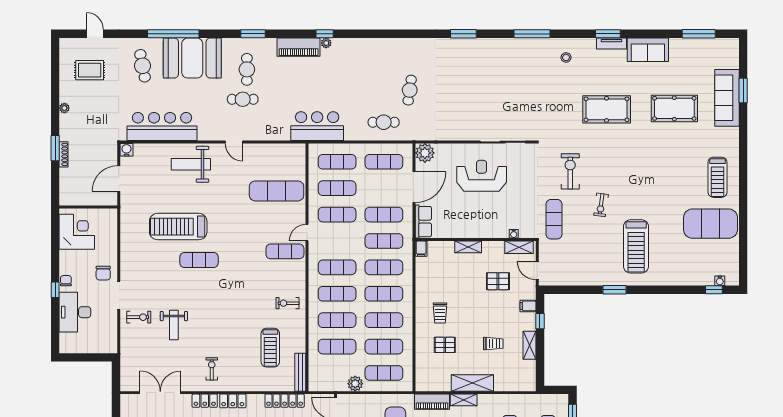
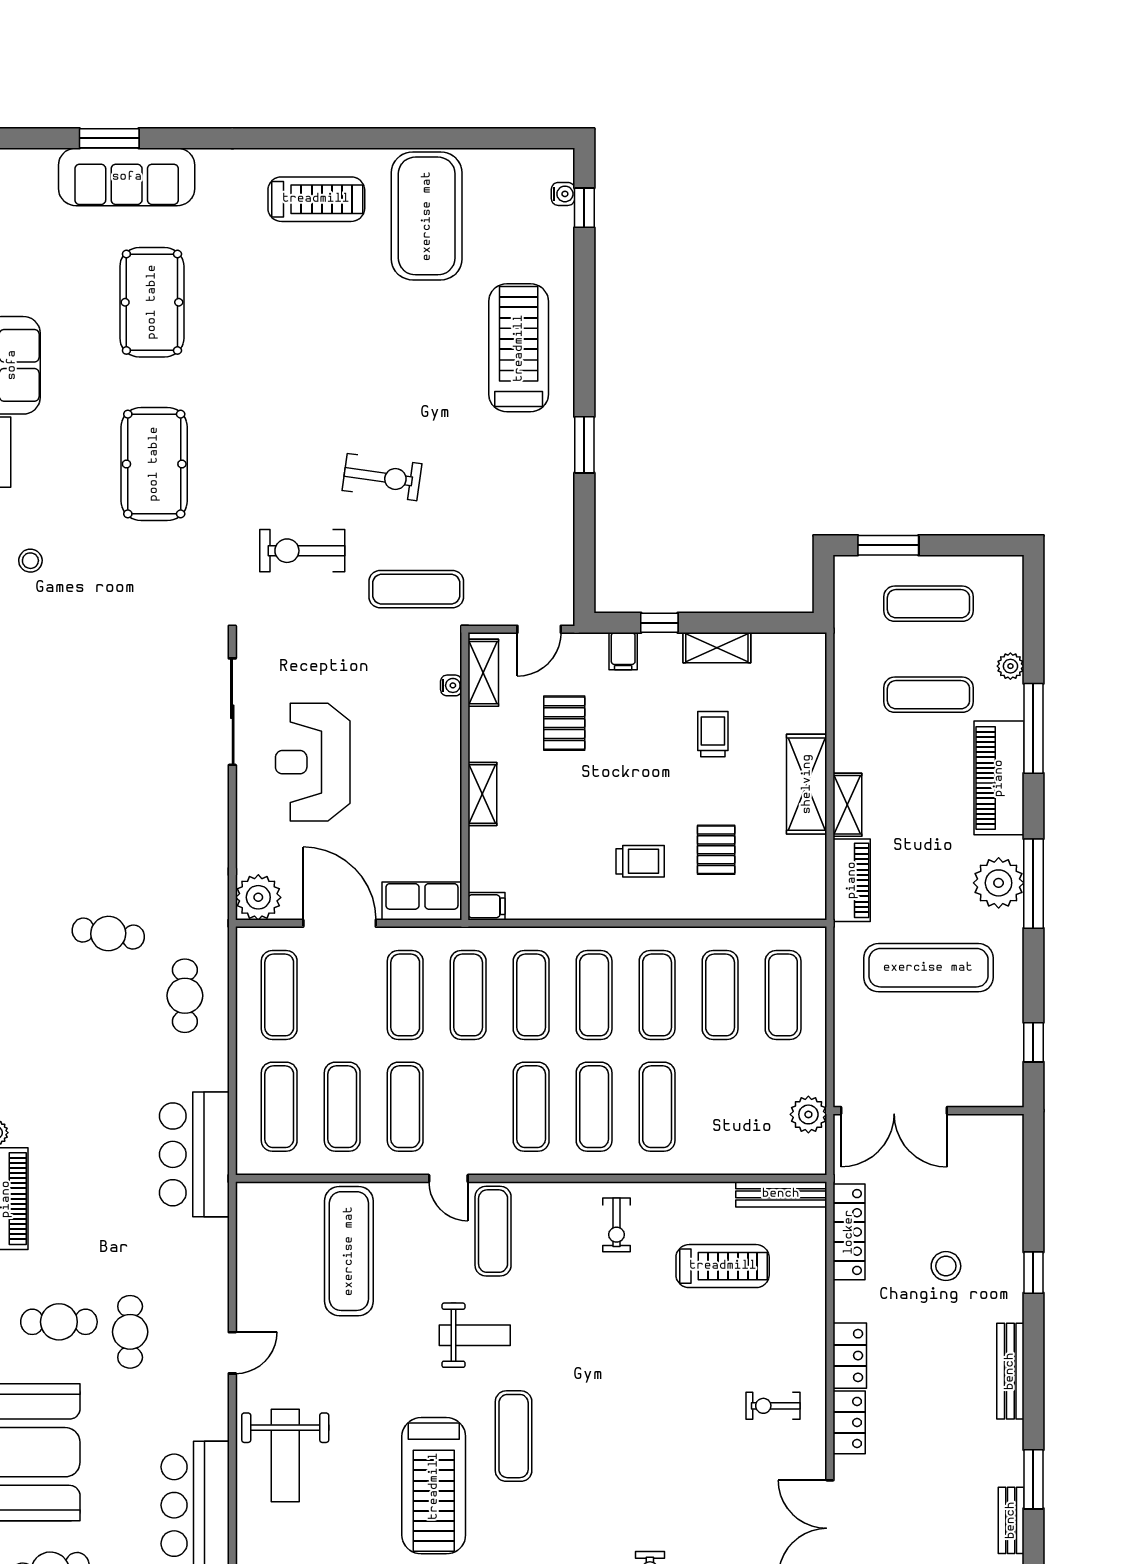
exercise bike: (601, 205) -> (382, 477), width x1.38, depth x1.39
treadmill: (636, 246) -> (519, 348), moved, turned -90
weight bench: (174, 325) -> (475, 1335), moved
exercise mat: (337, 347) -> (720, 1107), removed
plant: (355, 384) -> (808, 1114), moved

